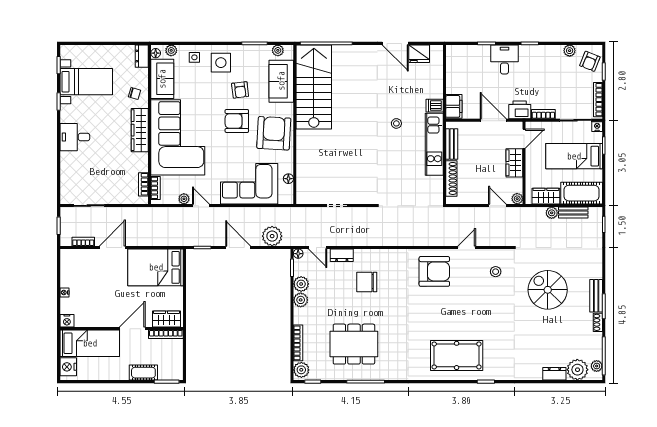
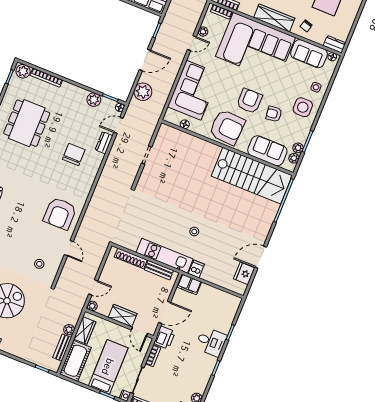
plant: (171, 50) -> (298, 148), moved
plant: (301, 300) -> (81, 94), removed

